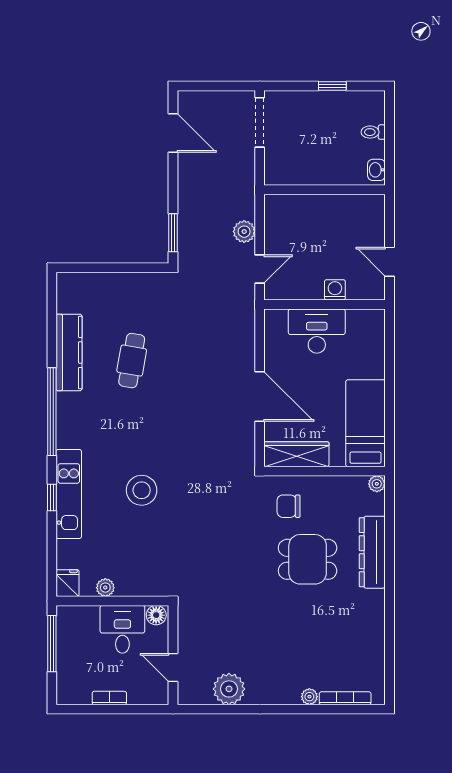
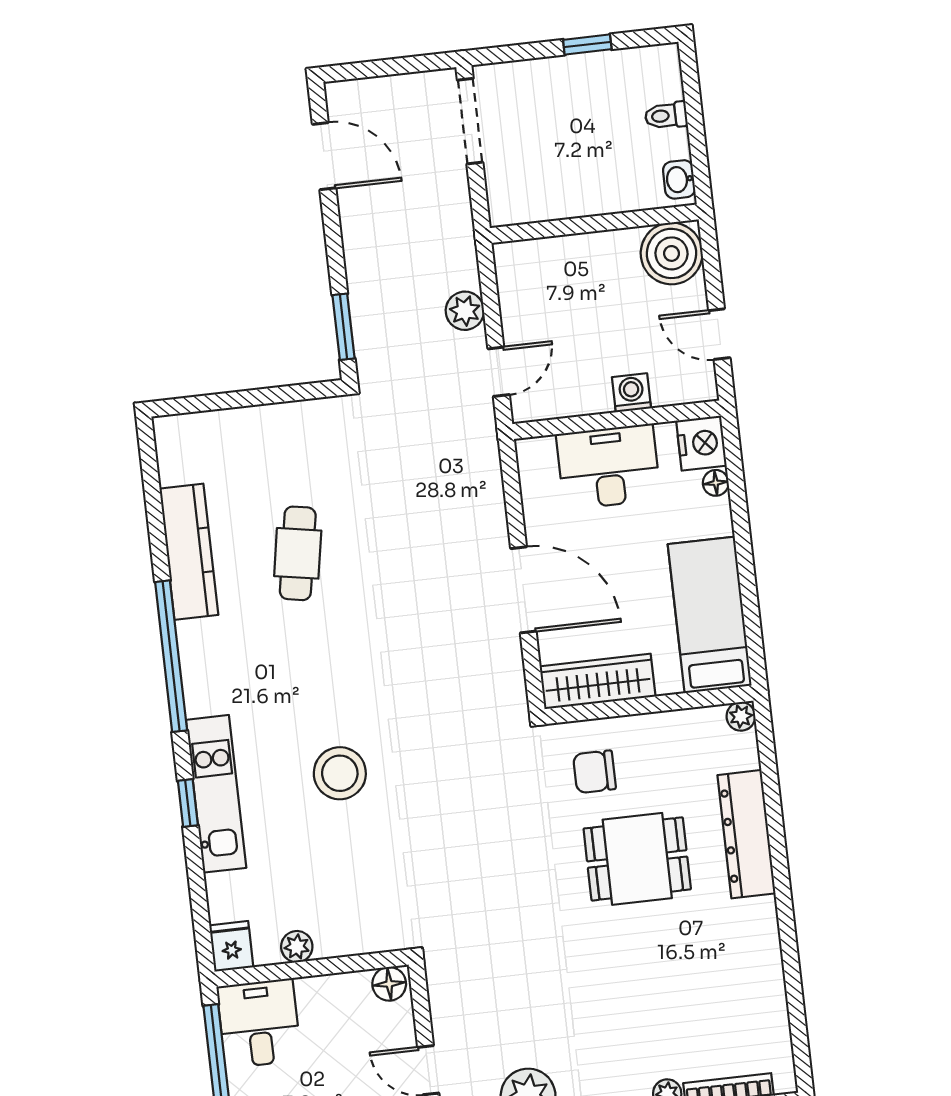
boiler: (367, 212) -> (672, 253), added
nightstand: (372, 323) -> (701, 443), added
floor lamp: (378, 347) -> (716, 483), added
desk: (122, 629) -> (259, 1023), moved

